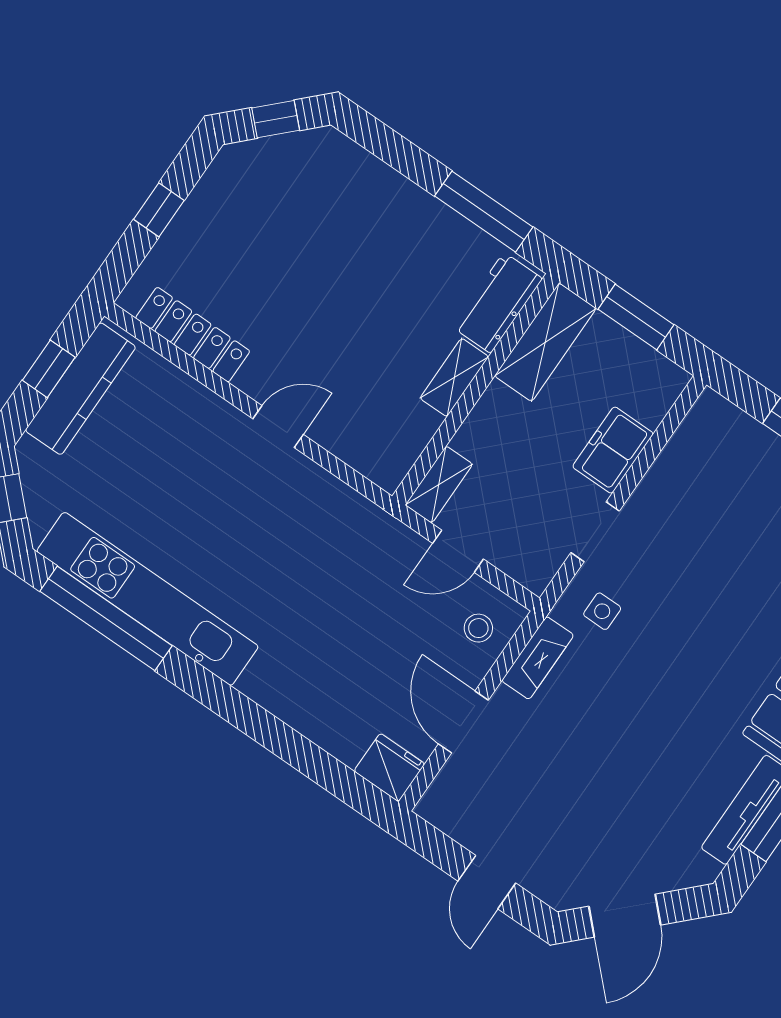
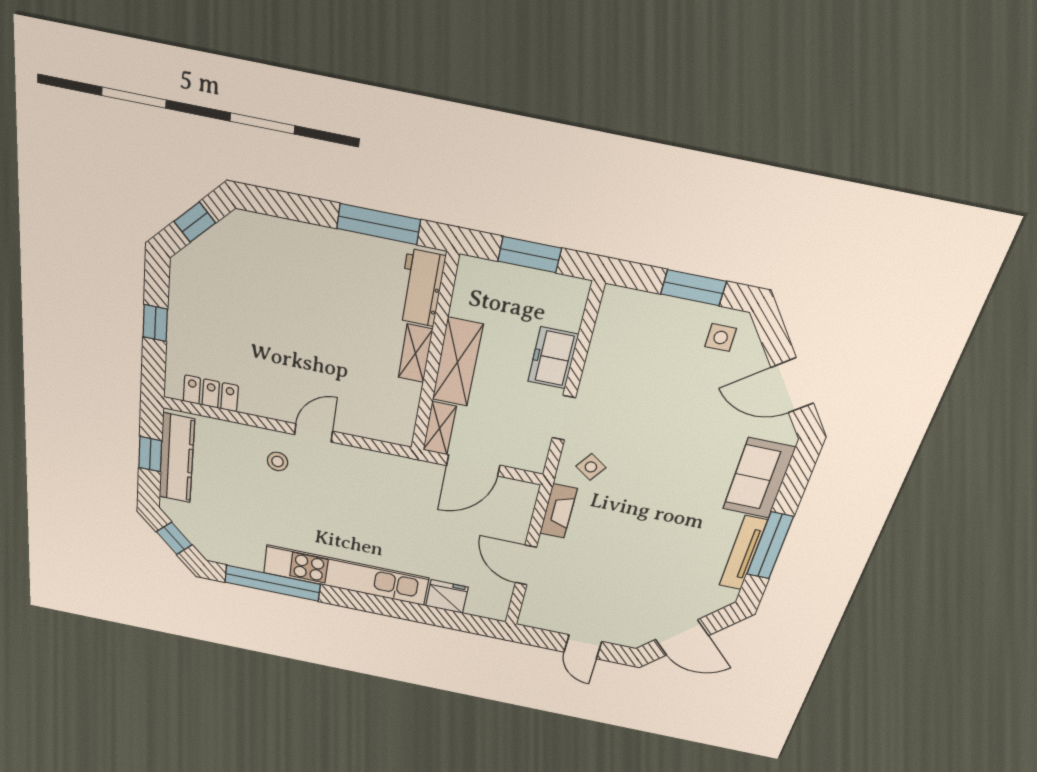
locker: (193, 335) -> (211, 393), width x0.66
shelving: (545, 342) -> (457, 362), moved
door: (458, 551) -> (473, 465), width x1.38
kitchen unit: (148, 599) -> (346, 575), moved
side table: (602, 611) -> (591, 467), turned 35
stool: (478, 628) -> (278, 461), moved
fridge: (389, 768) -> (447, 597), moved
door: (625, 916) -> (682, 638), hinge flipped

